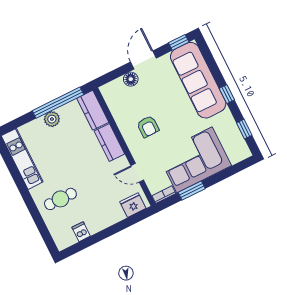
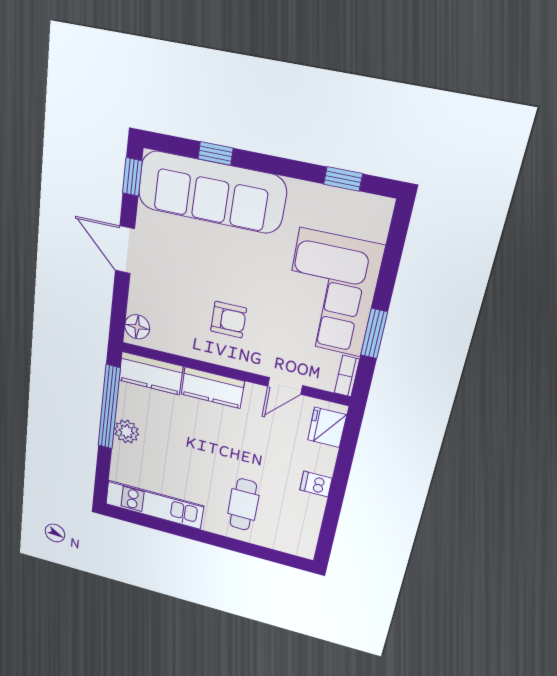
floor lamp: (131, 79) -> (137, 327), moved
window: (227, 94) -> (215, 153), moved
dishwasher: (81, 232) -> (316, 484), moved

